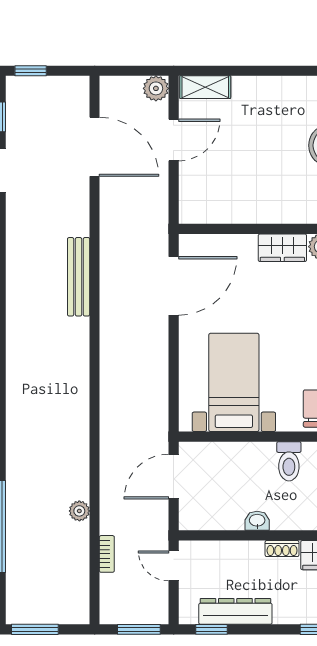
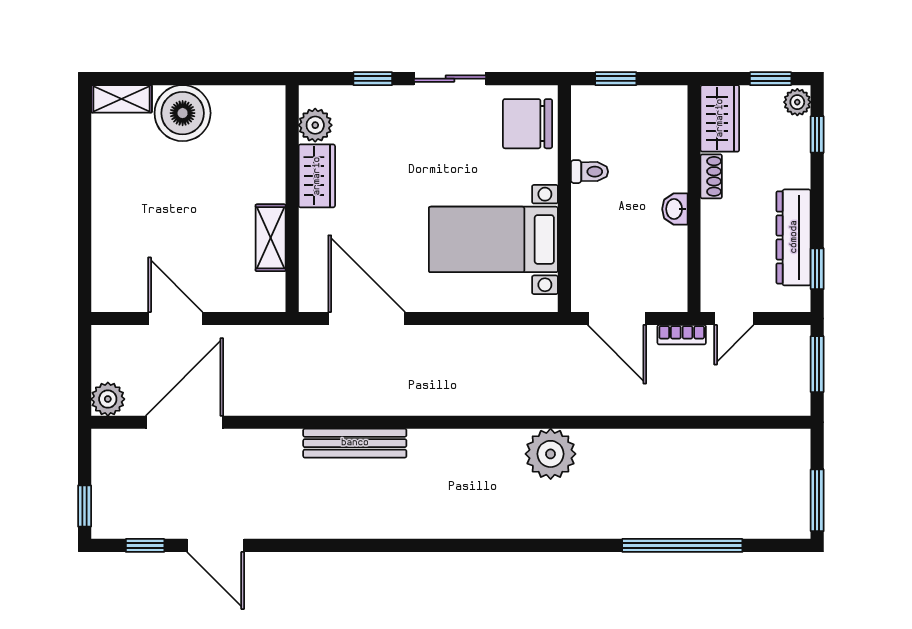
shelving: (205, 87) -> (271, 238), moved
plant: (156, 88) -> (108, 399), moved
toilet: (289, 461) -> (590, 172), width x0.73, depth x0.72
plant: (79, 511) -> (551, 454), moved, width x1.87, depth x1.87
bookcase: (107, 554) -> (682, 335), moved, turned 180

